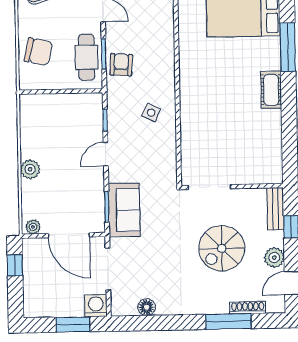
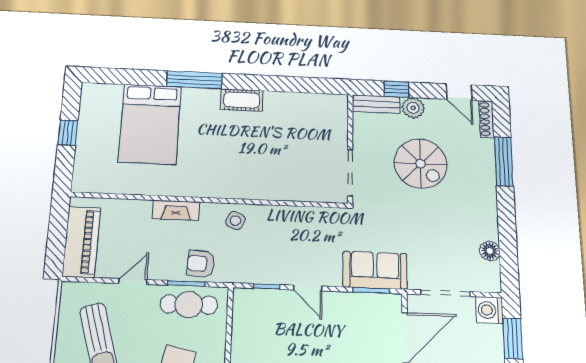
fireplace: (166, 41) -> (176, 210), added
side table: (151, 113) -> (235, 221), moved
plant: (274, 258) -> (413, 108), moved
shoe rack: (248, 308) -> (487, 119), moved

